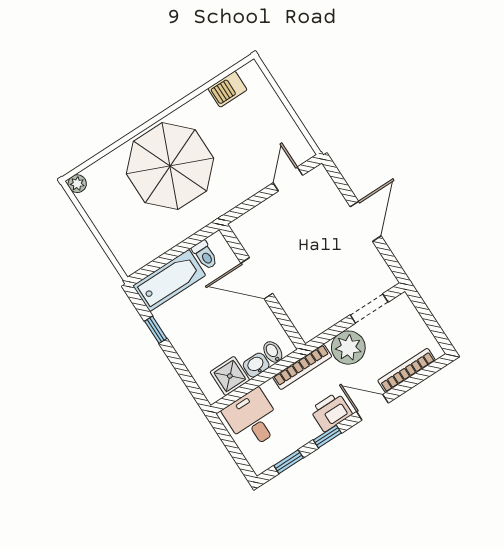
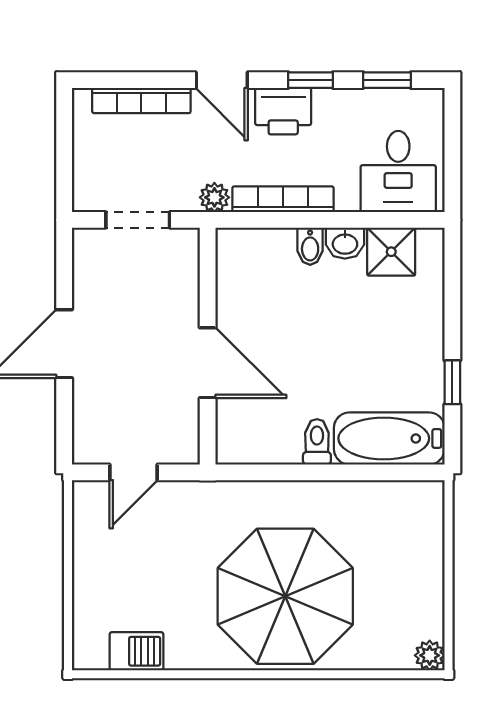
door: (257, 278) -> (208, 363), moved
wall: (262, 287) -> (208, 346), moved
plant: (348, 348) -> (214, 197), width x0.53, depth x0.53

